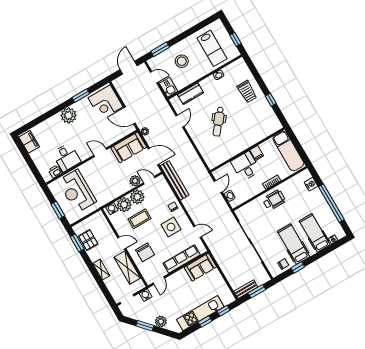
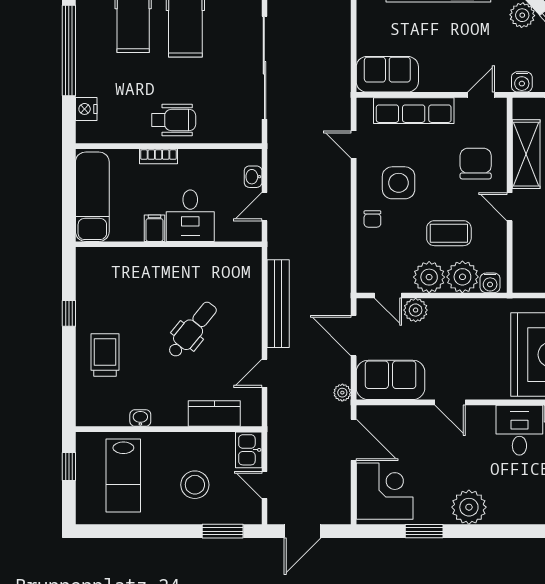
lab bench: (212, 48) -> (123, 476), turned 180
bench: (175, 180) -> (278, 304), moved
wheelchair: (274, 200) -> (174, 120), turned 180

